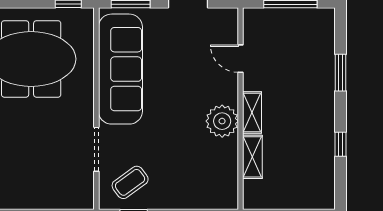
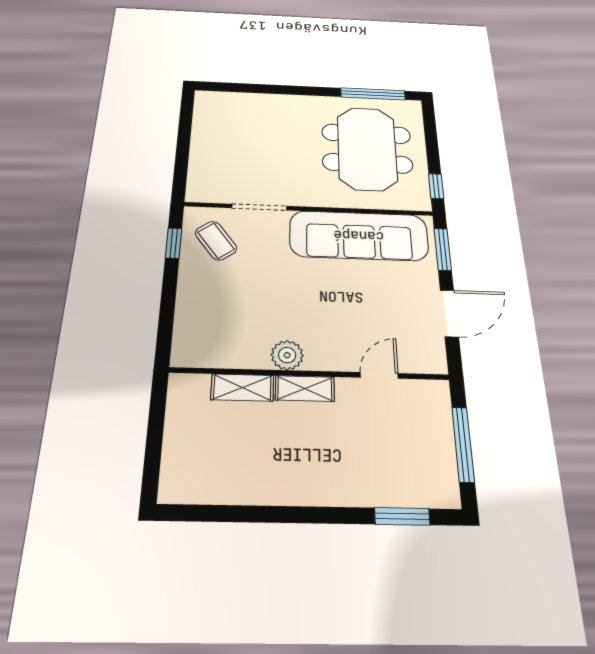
window: (340, 73) -> (402, 516), moved
plant: (222, 121) -> (287, 355), width x0.73, depth x0.73
window: (340, 144) -> (257, 514), removed

